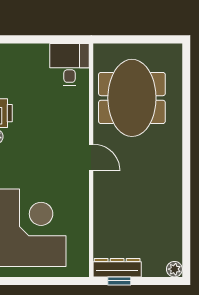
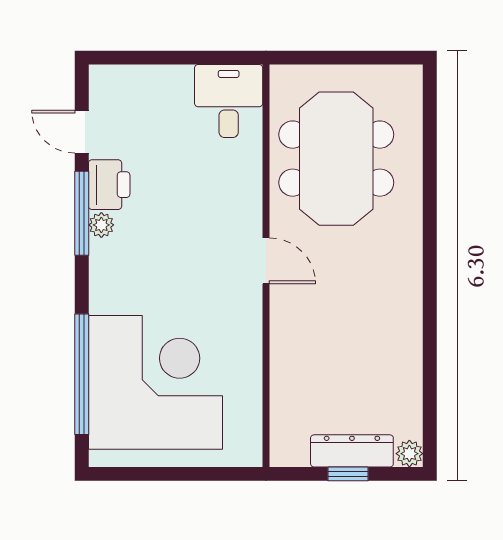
dresser: (117, 268) -> (352, 451), moved
window: (119, 281) -> (348, 474), moved

